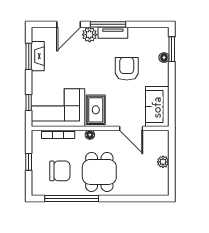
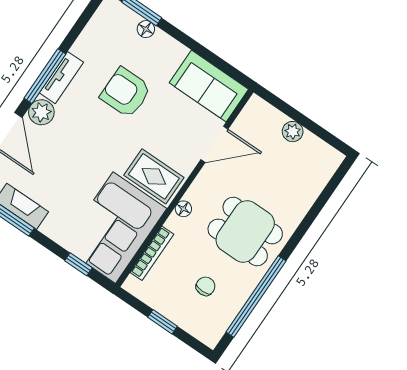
chair: (60, 171) -> (206, 286), width x0.54, depth x0.54

